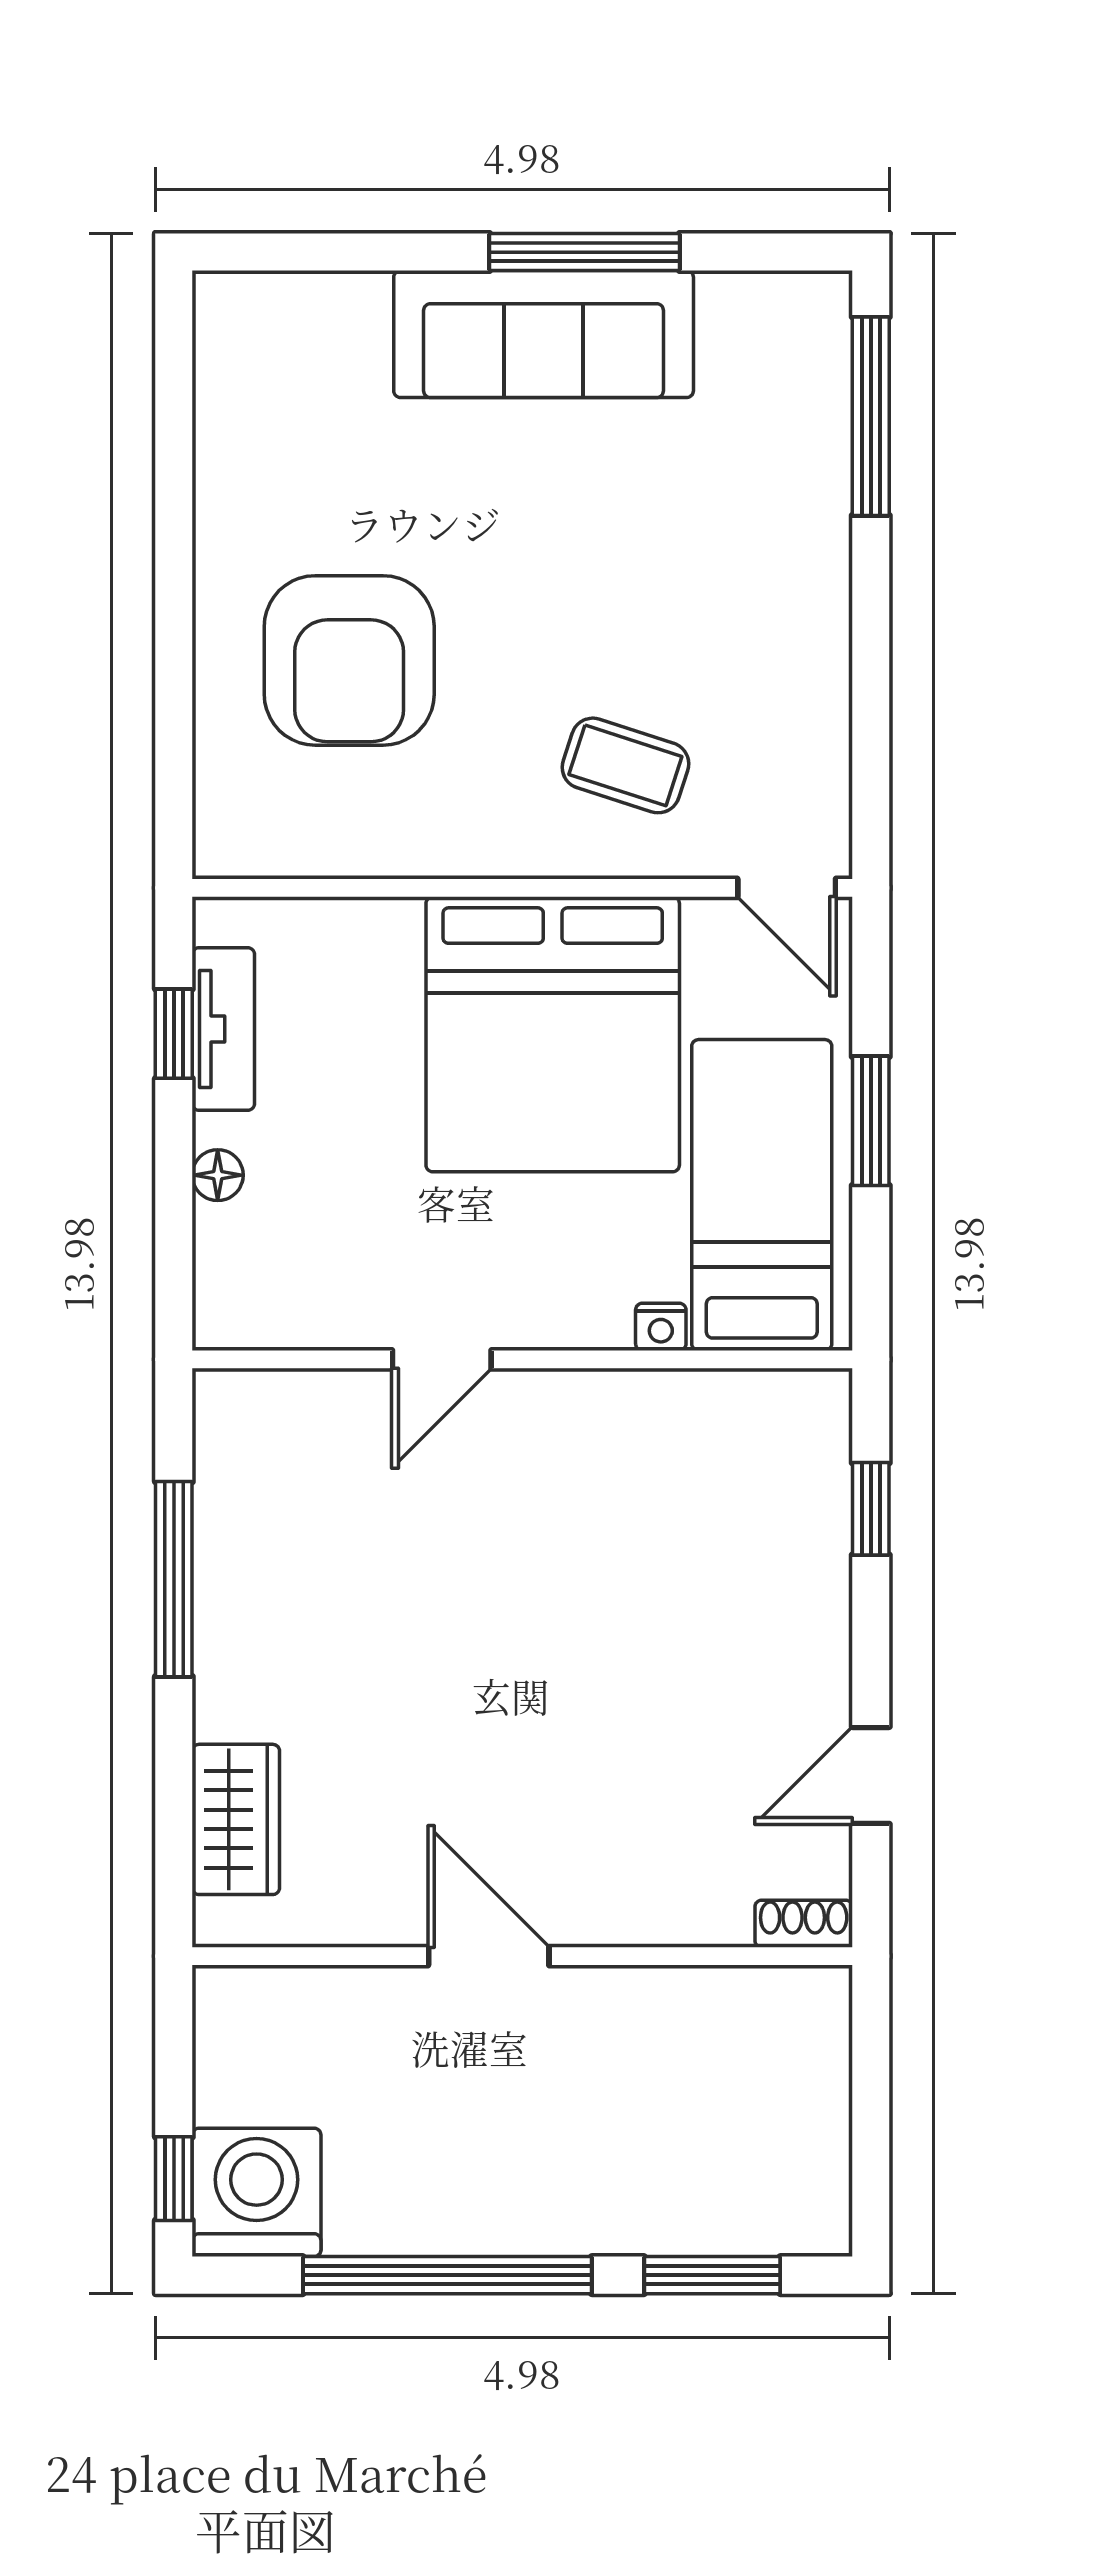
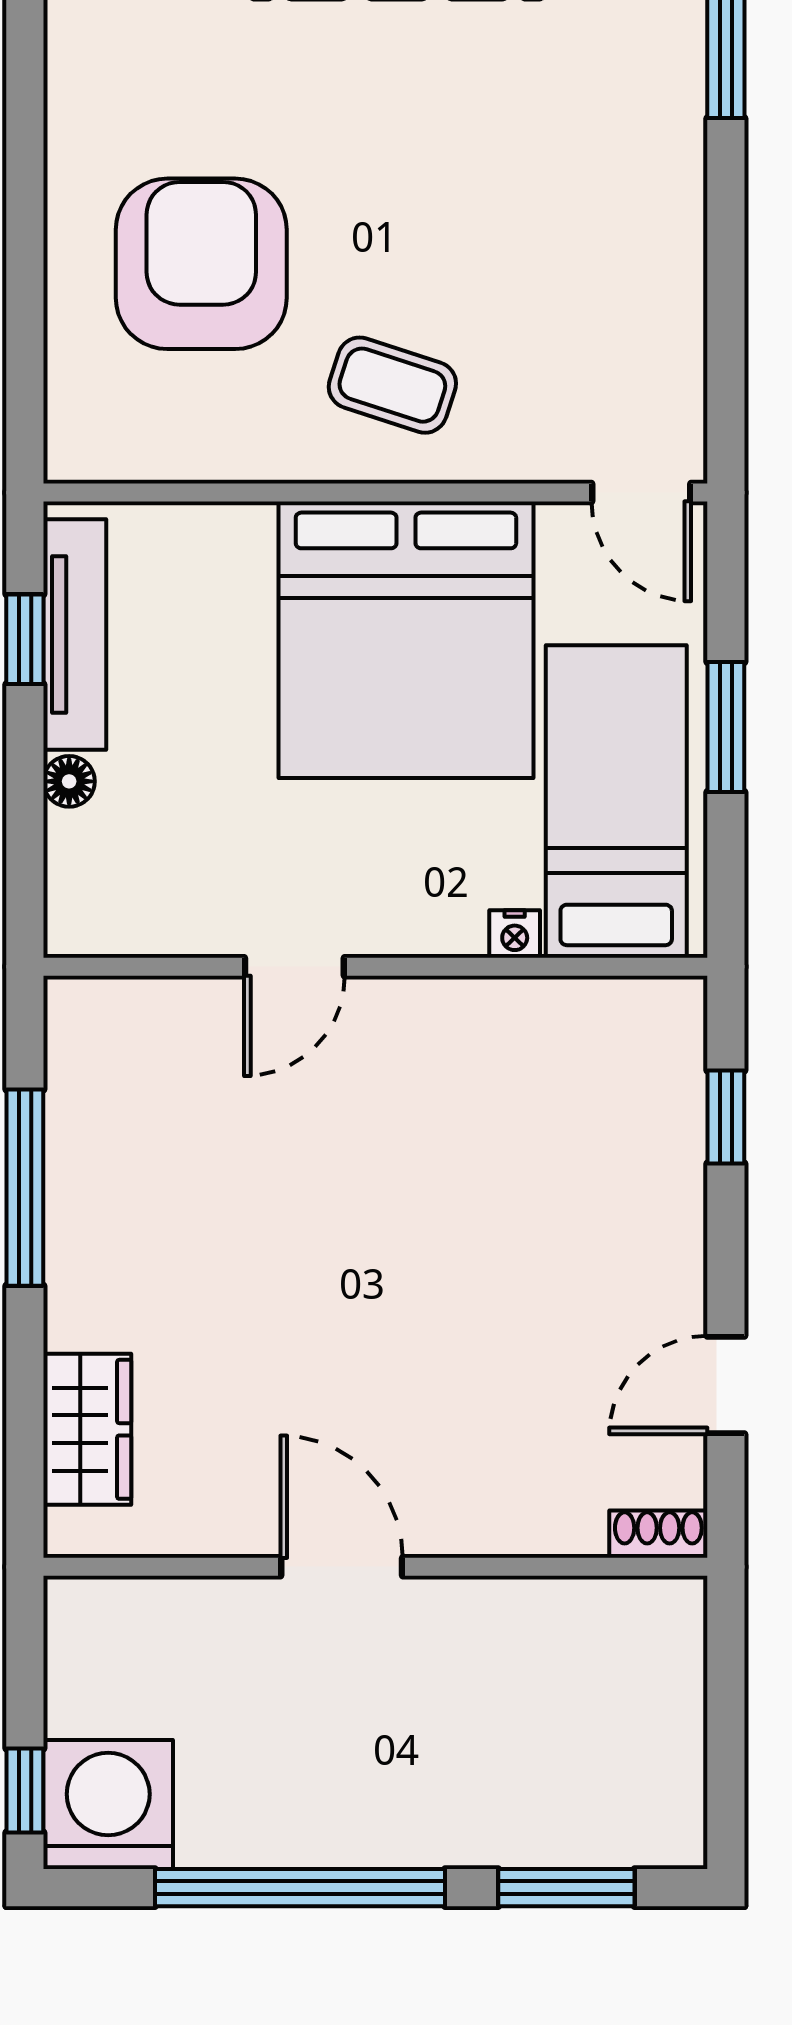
armchair: (349, 660) -> (201, 264), turned 180
coffee table: (625, 765) -> (392, 385), moved
tv unit: (223, 1029) -> (75, 634), width x1.41

